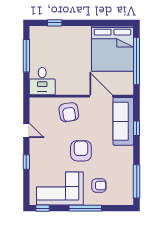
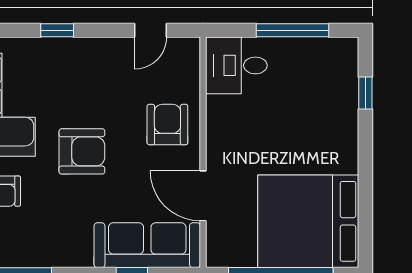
door: (101, 96) -> (203, 196), swing flipped
armchair: (69, 112) -> (167, 125), turned 99
door: (26, 130) -> (150, 30), moved

